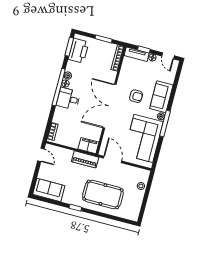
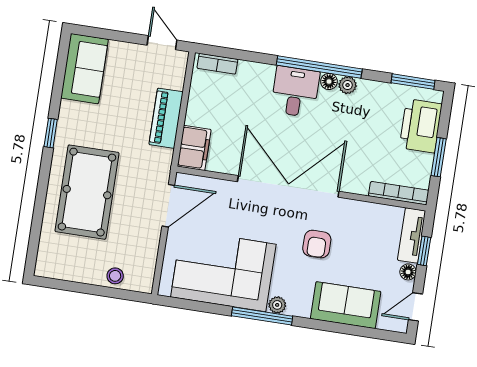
printer: (79, 51) -> (421, 126), moved, turned 90
sofa: (161, 97) -> (346, 305), moved
door: (41, 155) -> (162, 43), swing flipped
piano: (85, 159) -> (166, 118), moved

